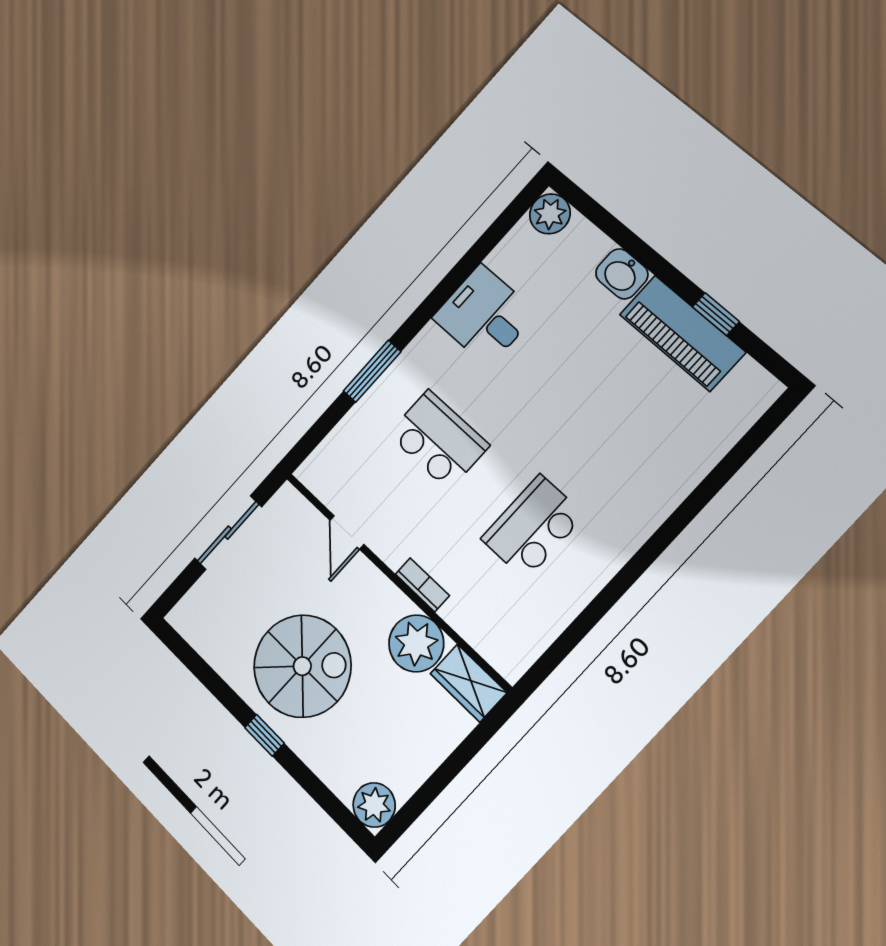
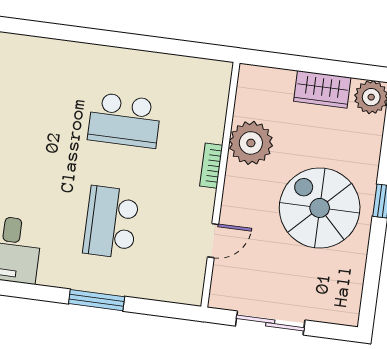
wardrobe: (469, 683) -> (322, 89), moved, turned 90

